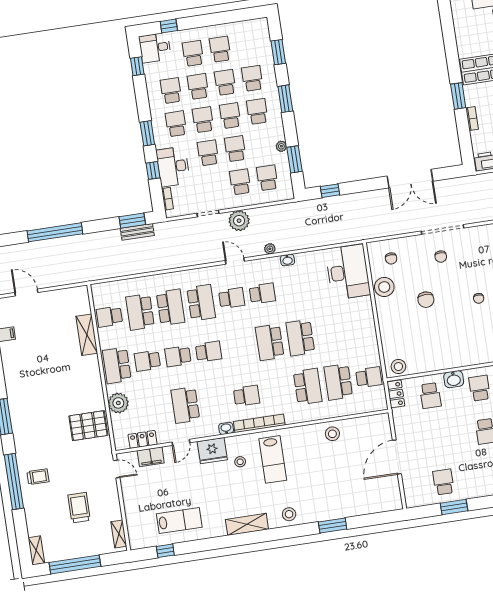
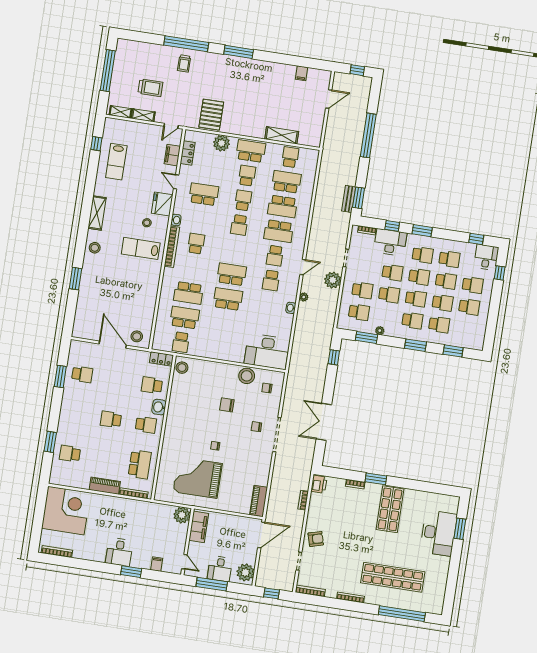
school desk: (246, 396) -> (196, 244), turned 180
stool: (332, 434) -> (137, 336), moved
shelving: (36, 550) -> (143, 115), moved

